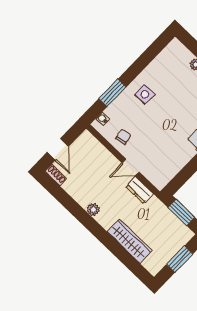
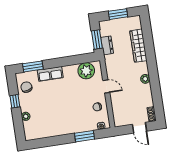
side table: (145, 94) -> (67, 122), removed
door: (58, 149) -> (139, 128), swing flipped
plant: (167, 168) -> (86, 71), added
dresser: (140, 190) -> (107, 45), moved

